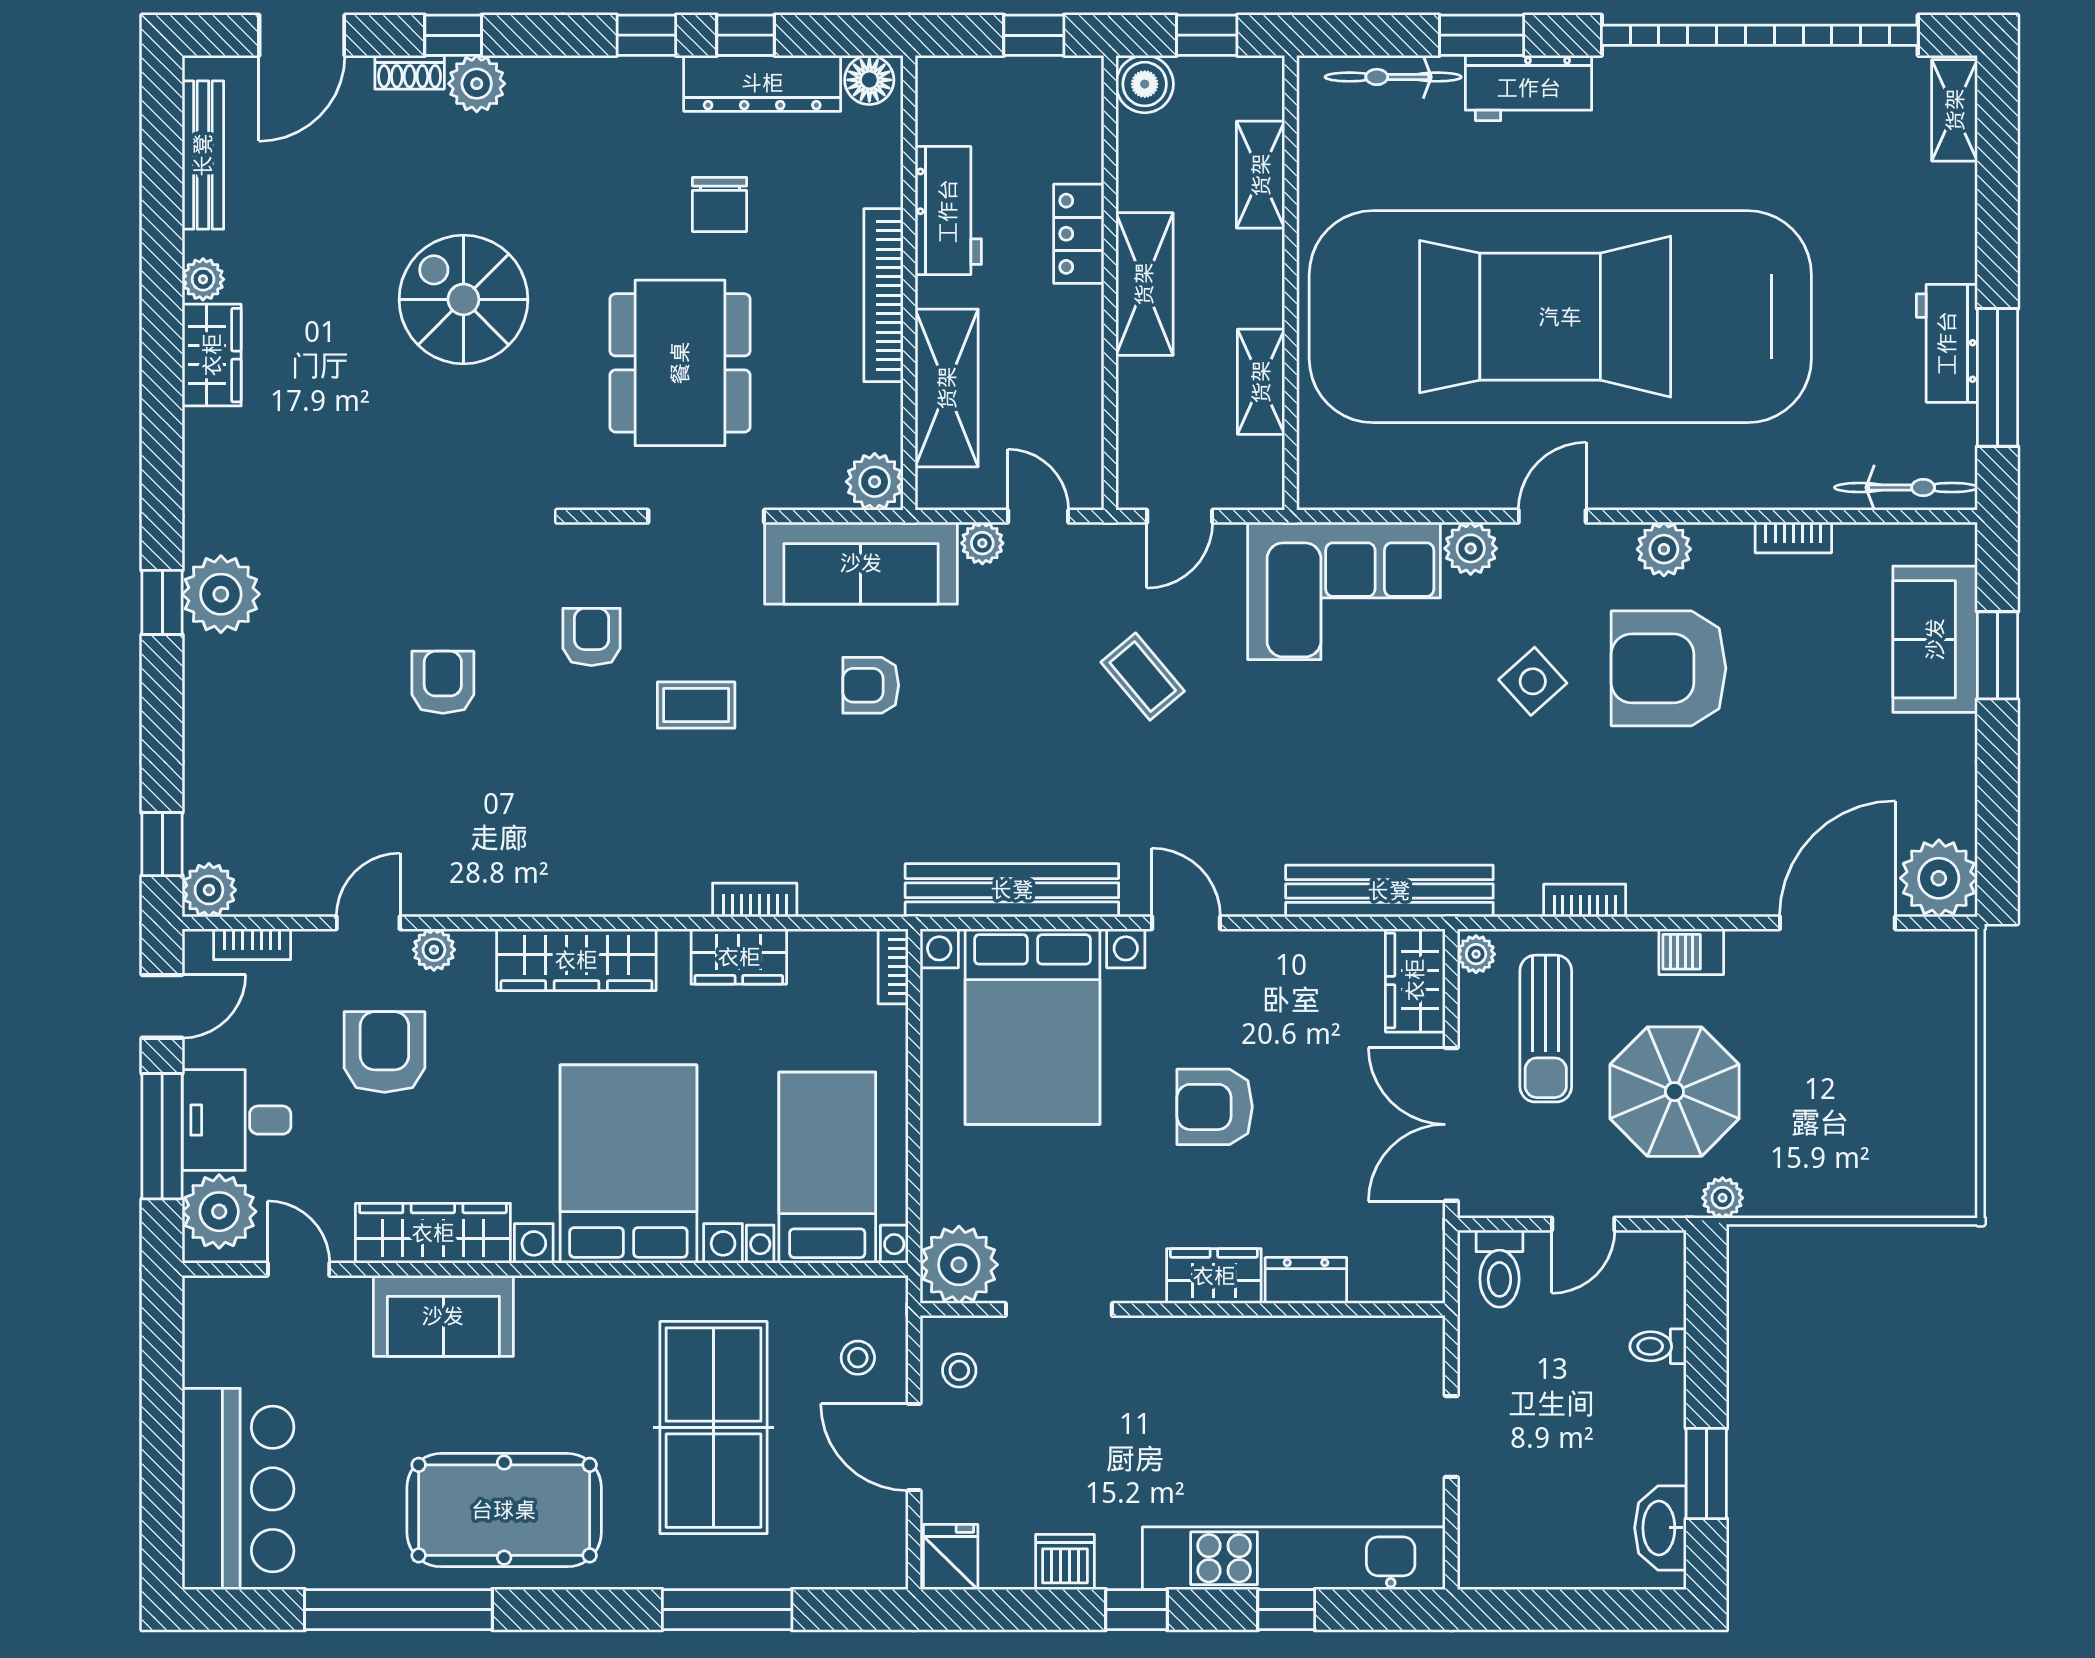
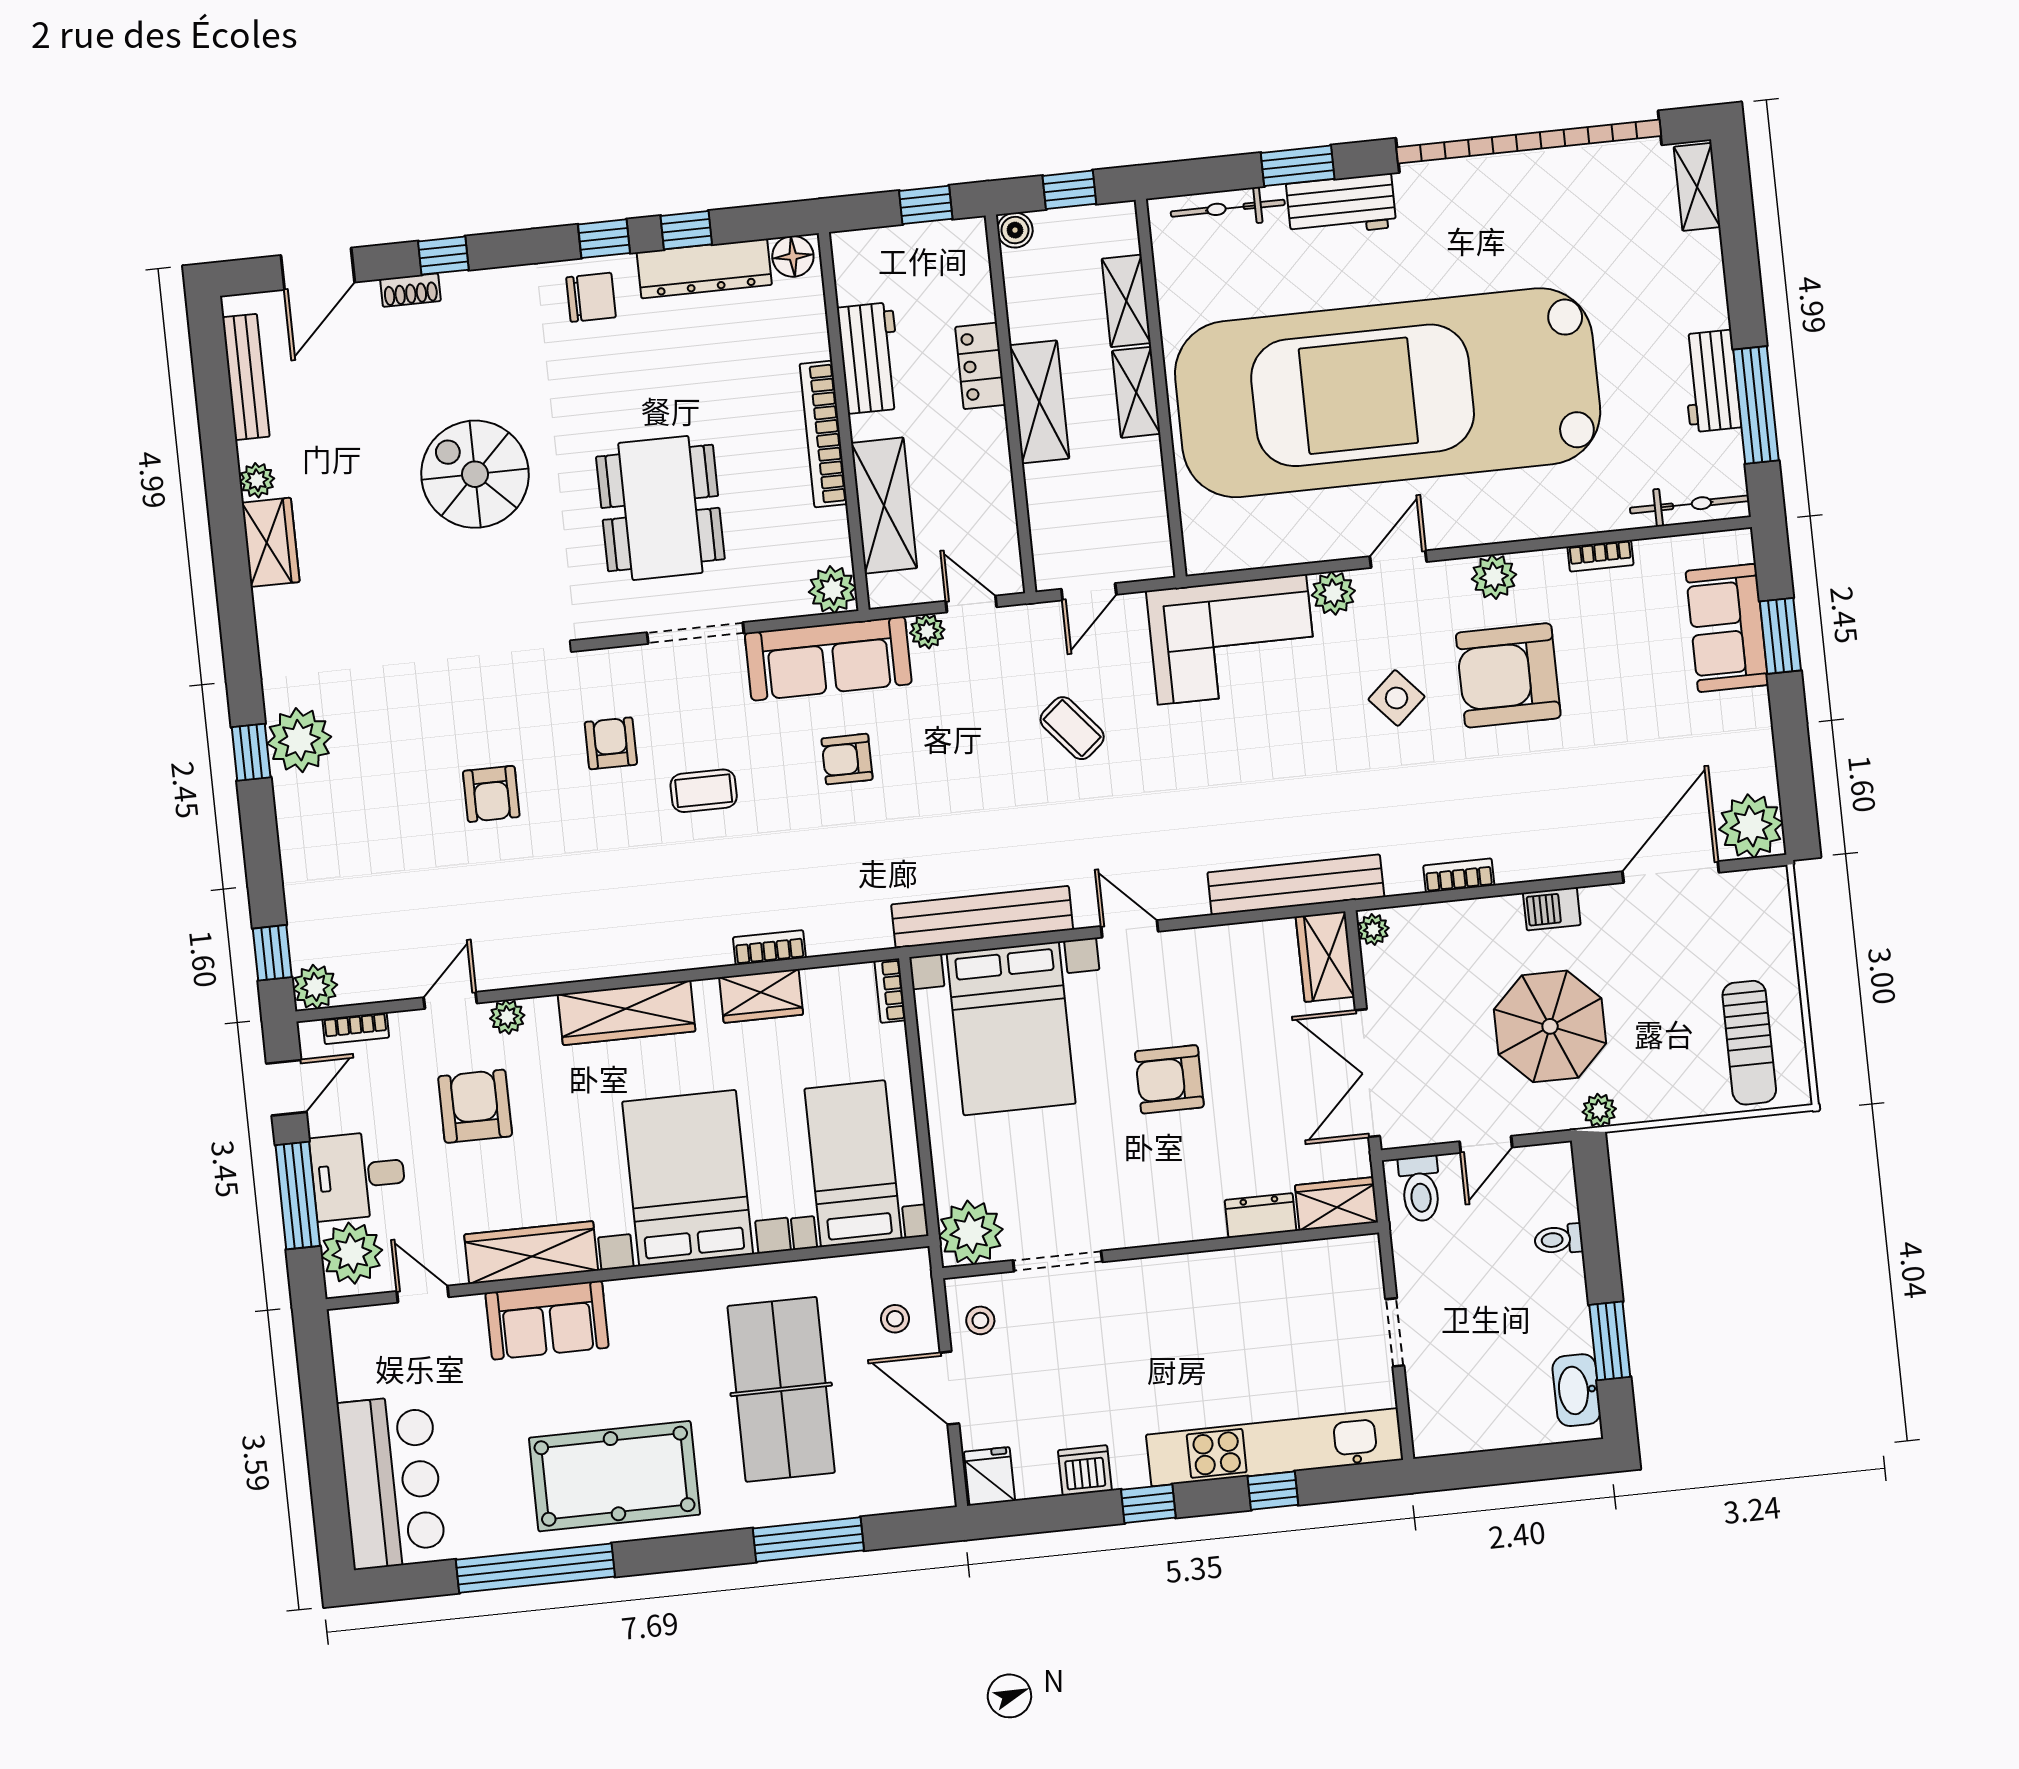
plant: (477, 84) -> (467, 294), removed
boiler: (1145, 84) -> (1015, 230), width x0.73, depth x0.73
chair: (720, 204) -> (591, 297), moved, turned -90
shelving: (1261, 382) -> (1136, 392), moved
armchair: (443, 682) -> (491, 794), turned 180
sun lounger: (1546, 1029) -> (1749, 1043), moved
wardrobe: (1214, 1276) -> (1337, 1204), moved

